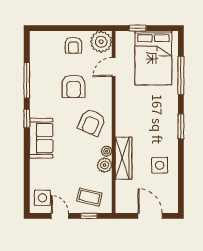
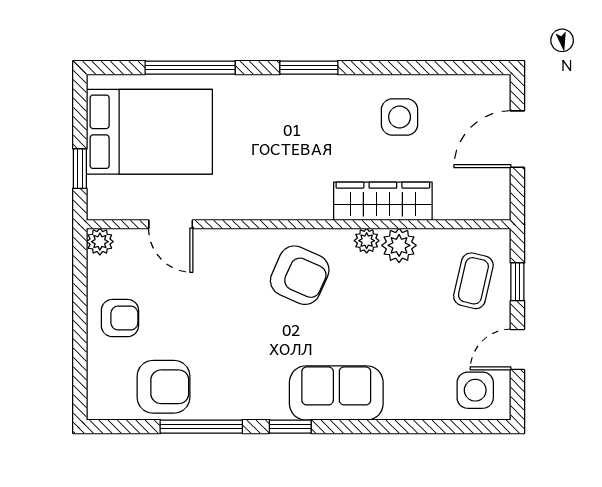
plant: (101, 42) -> (100, 242), width x0.53, depth x0.53
armchair: (74, 86) -> (163, 387), moved

